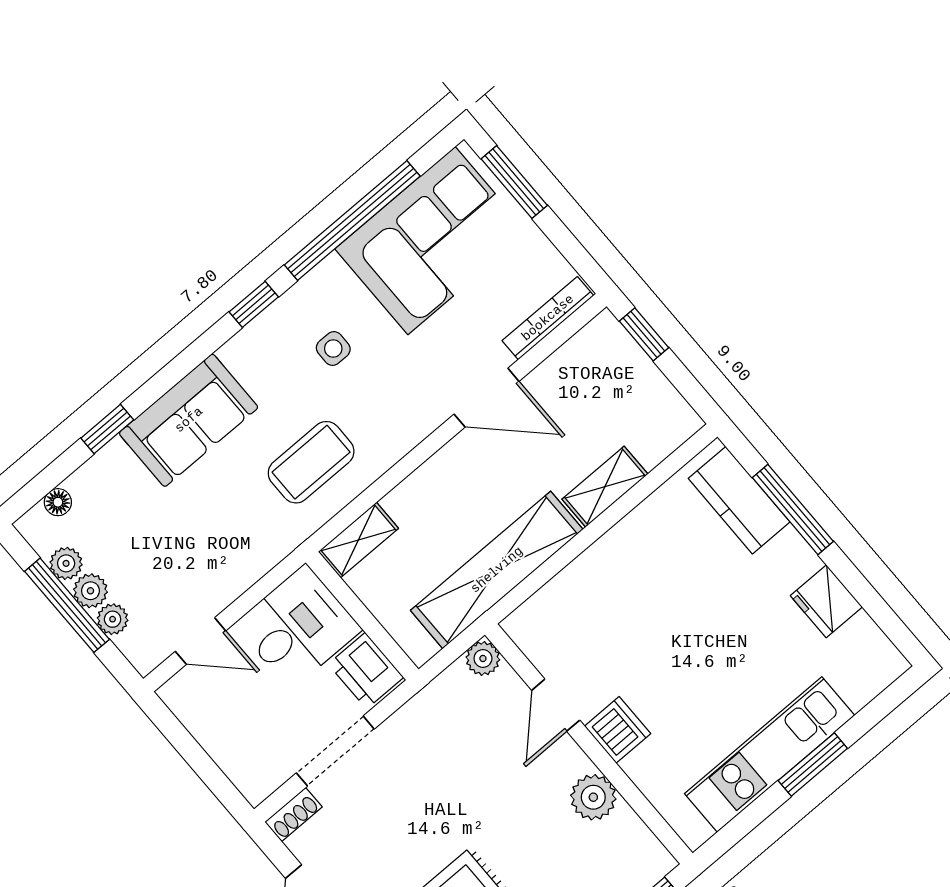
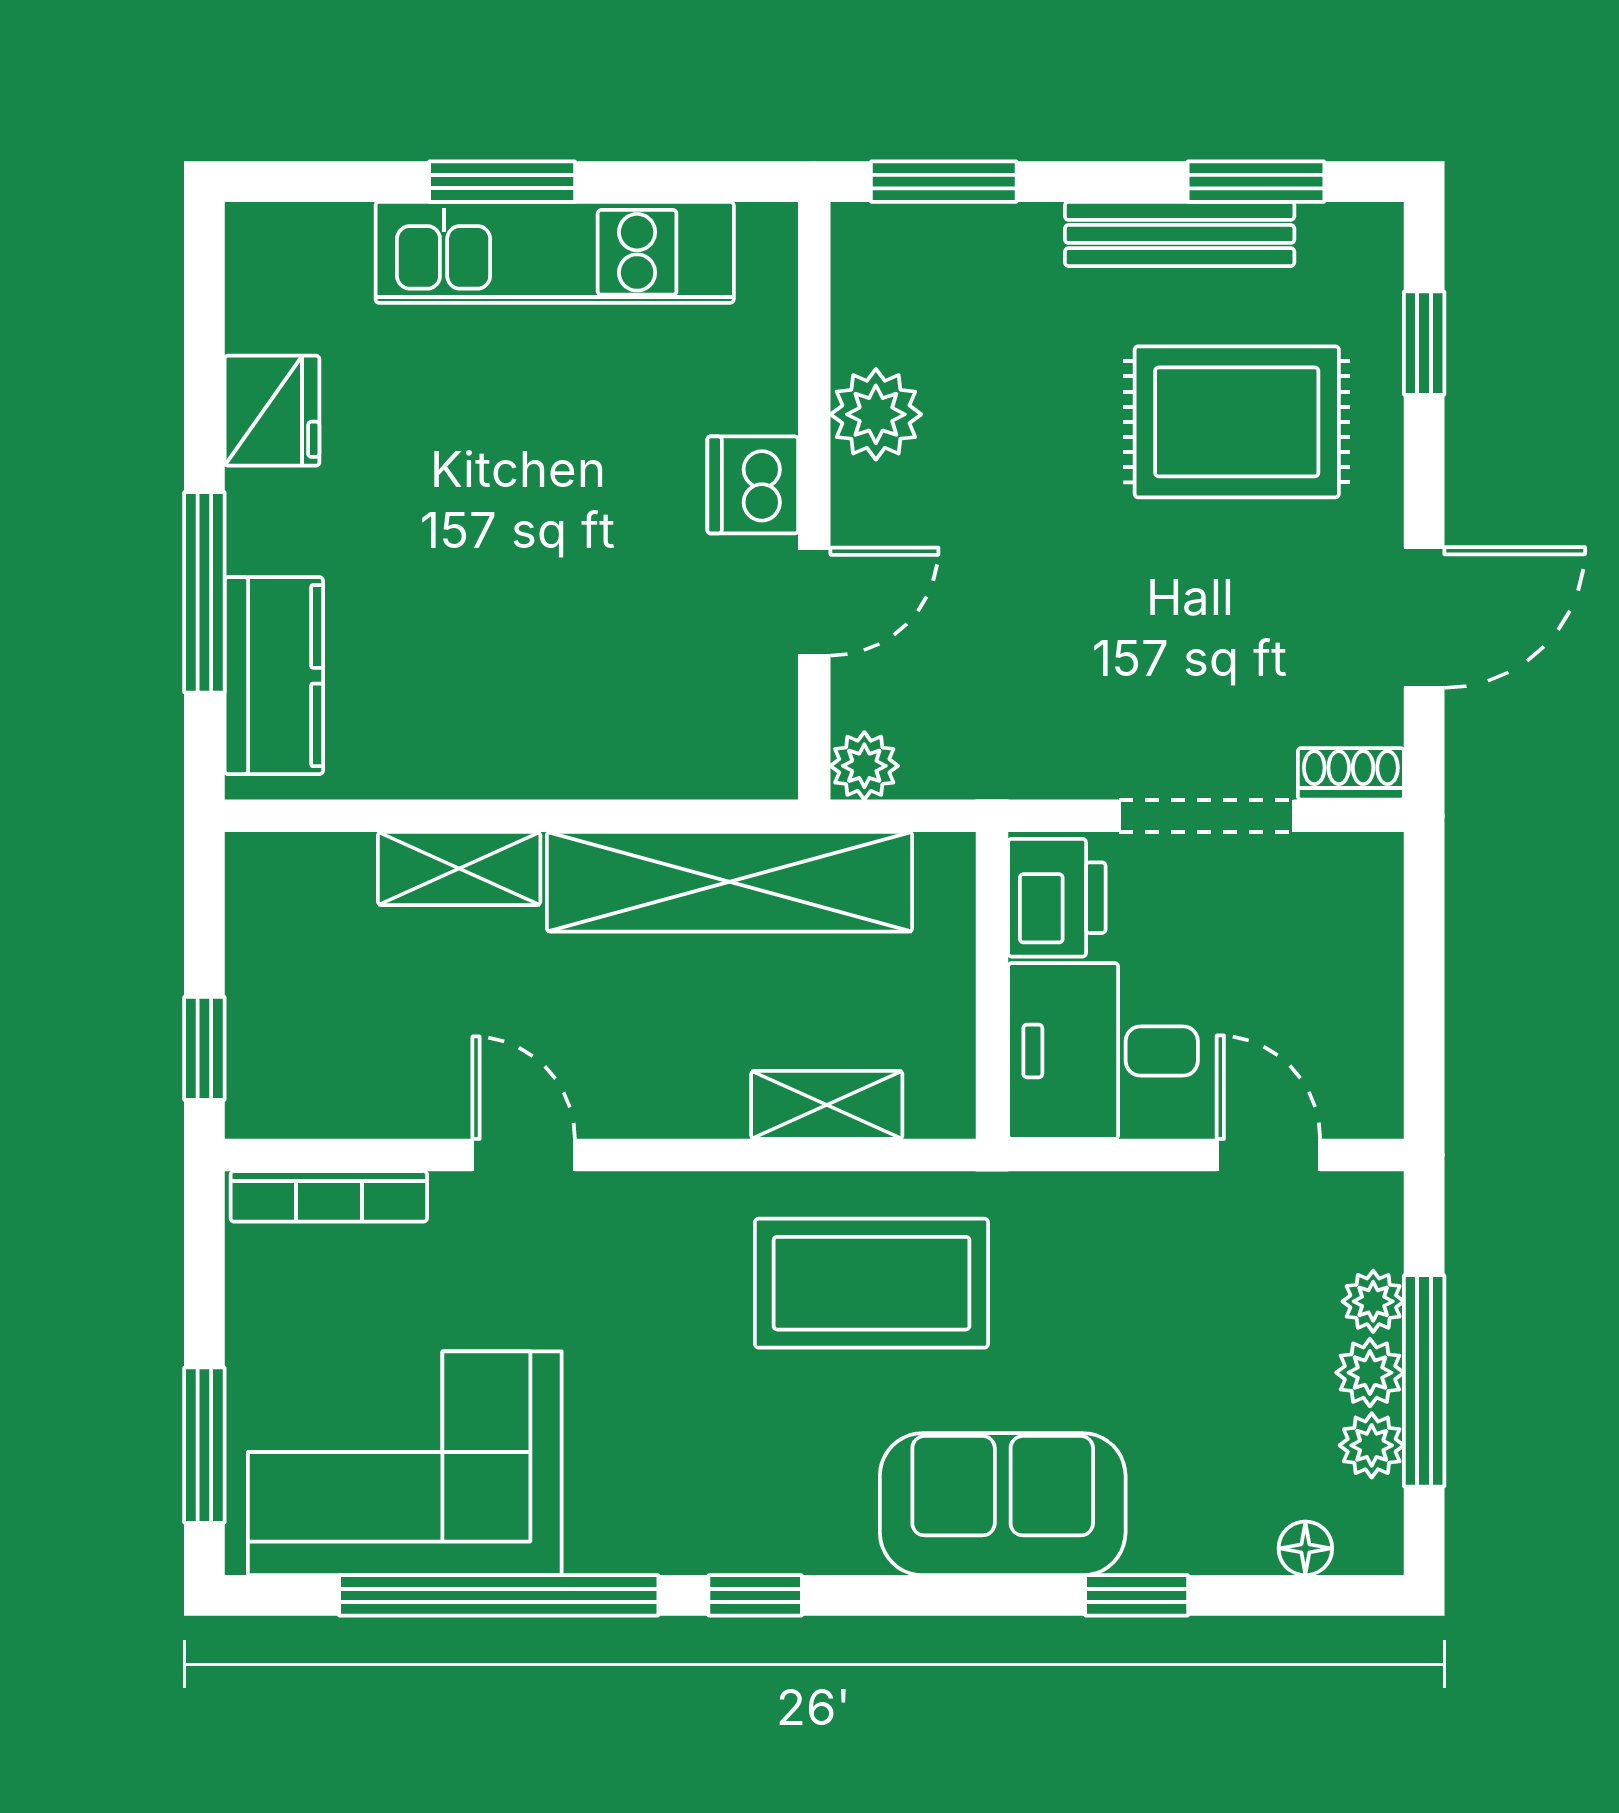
side table: (333, 348) -> (692, 1426), removed
door: (487, 398) -> (524, 1155), width x0.73
coffee table: (311, 462) -> (872, 1283), width x1.36, depth x1.32
shelving: (358, 540) -> (827, 1105), moved

